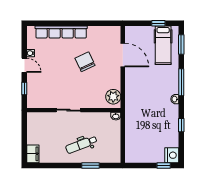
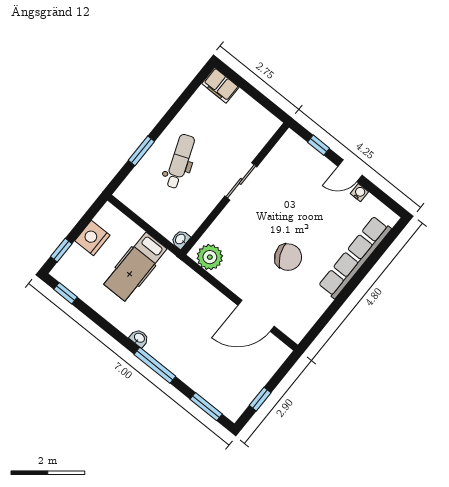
hospital bed: (163, 45) -> (135, 267), moved, turned -90
window: (181, 125) -> (66, 293), moved
nightstand: (172, 155) -> (92, 238), moved, turned 90

